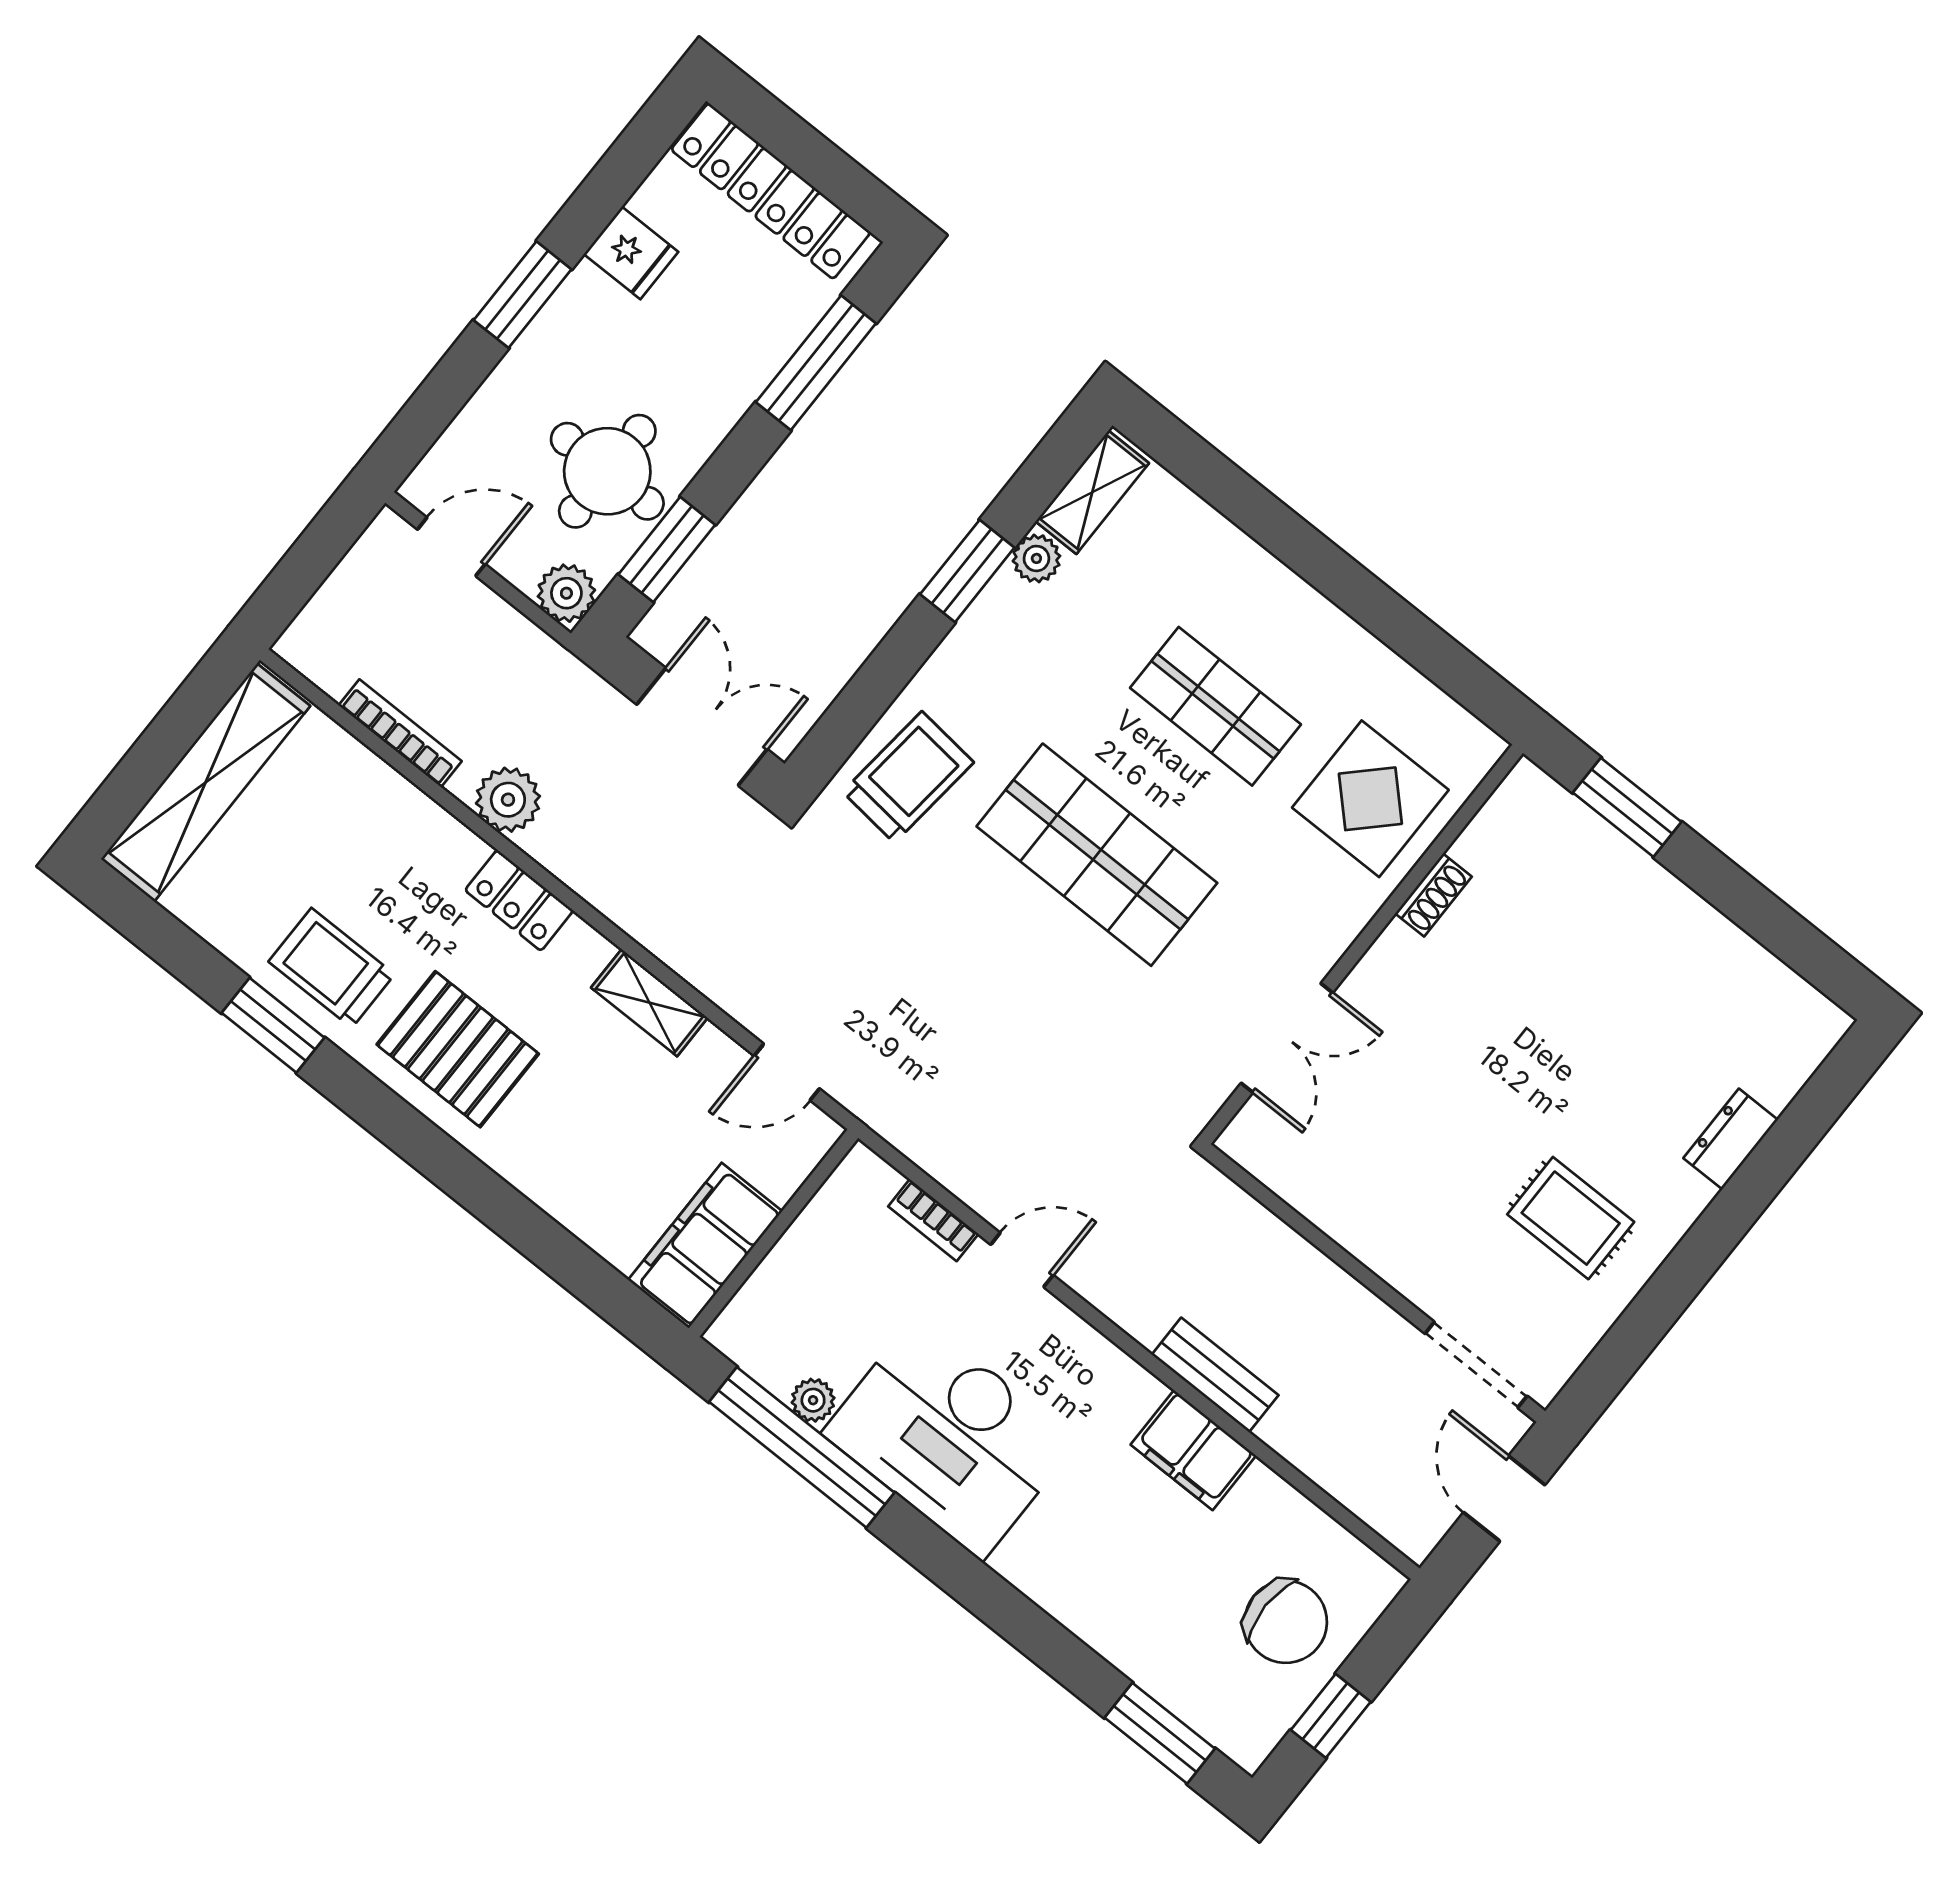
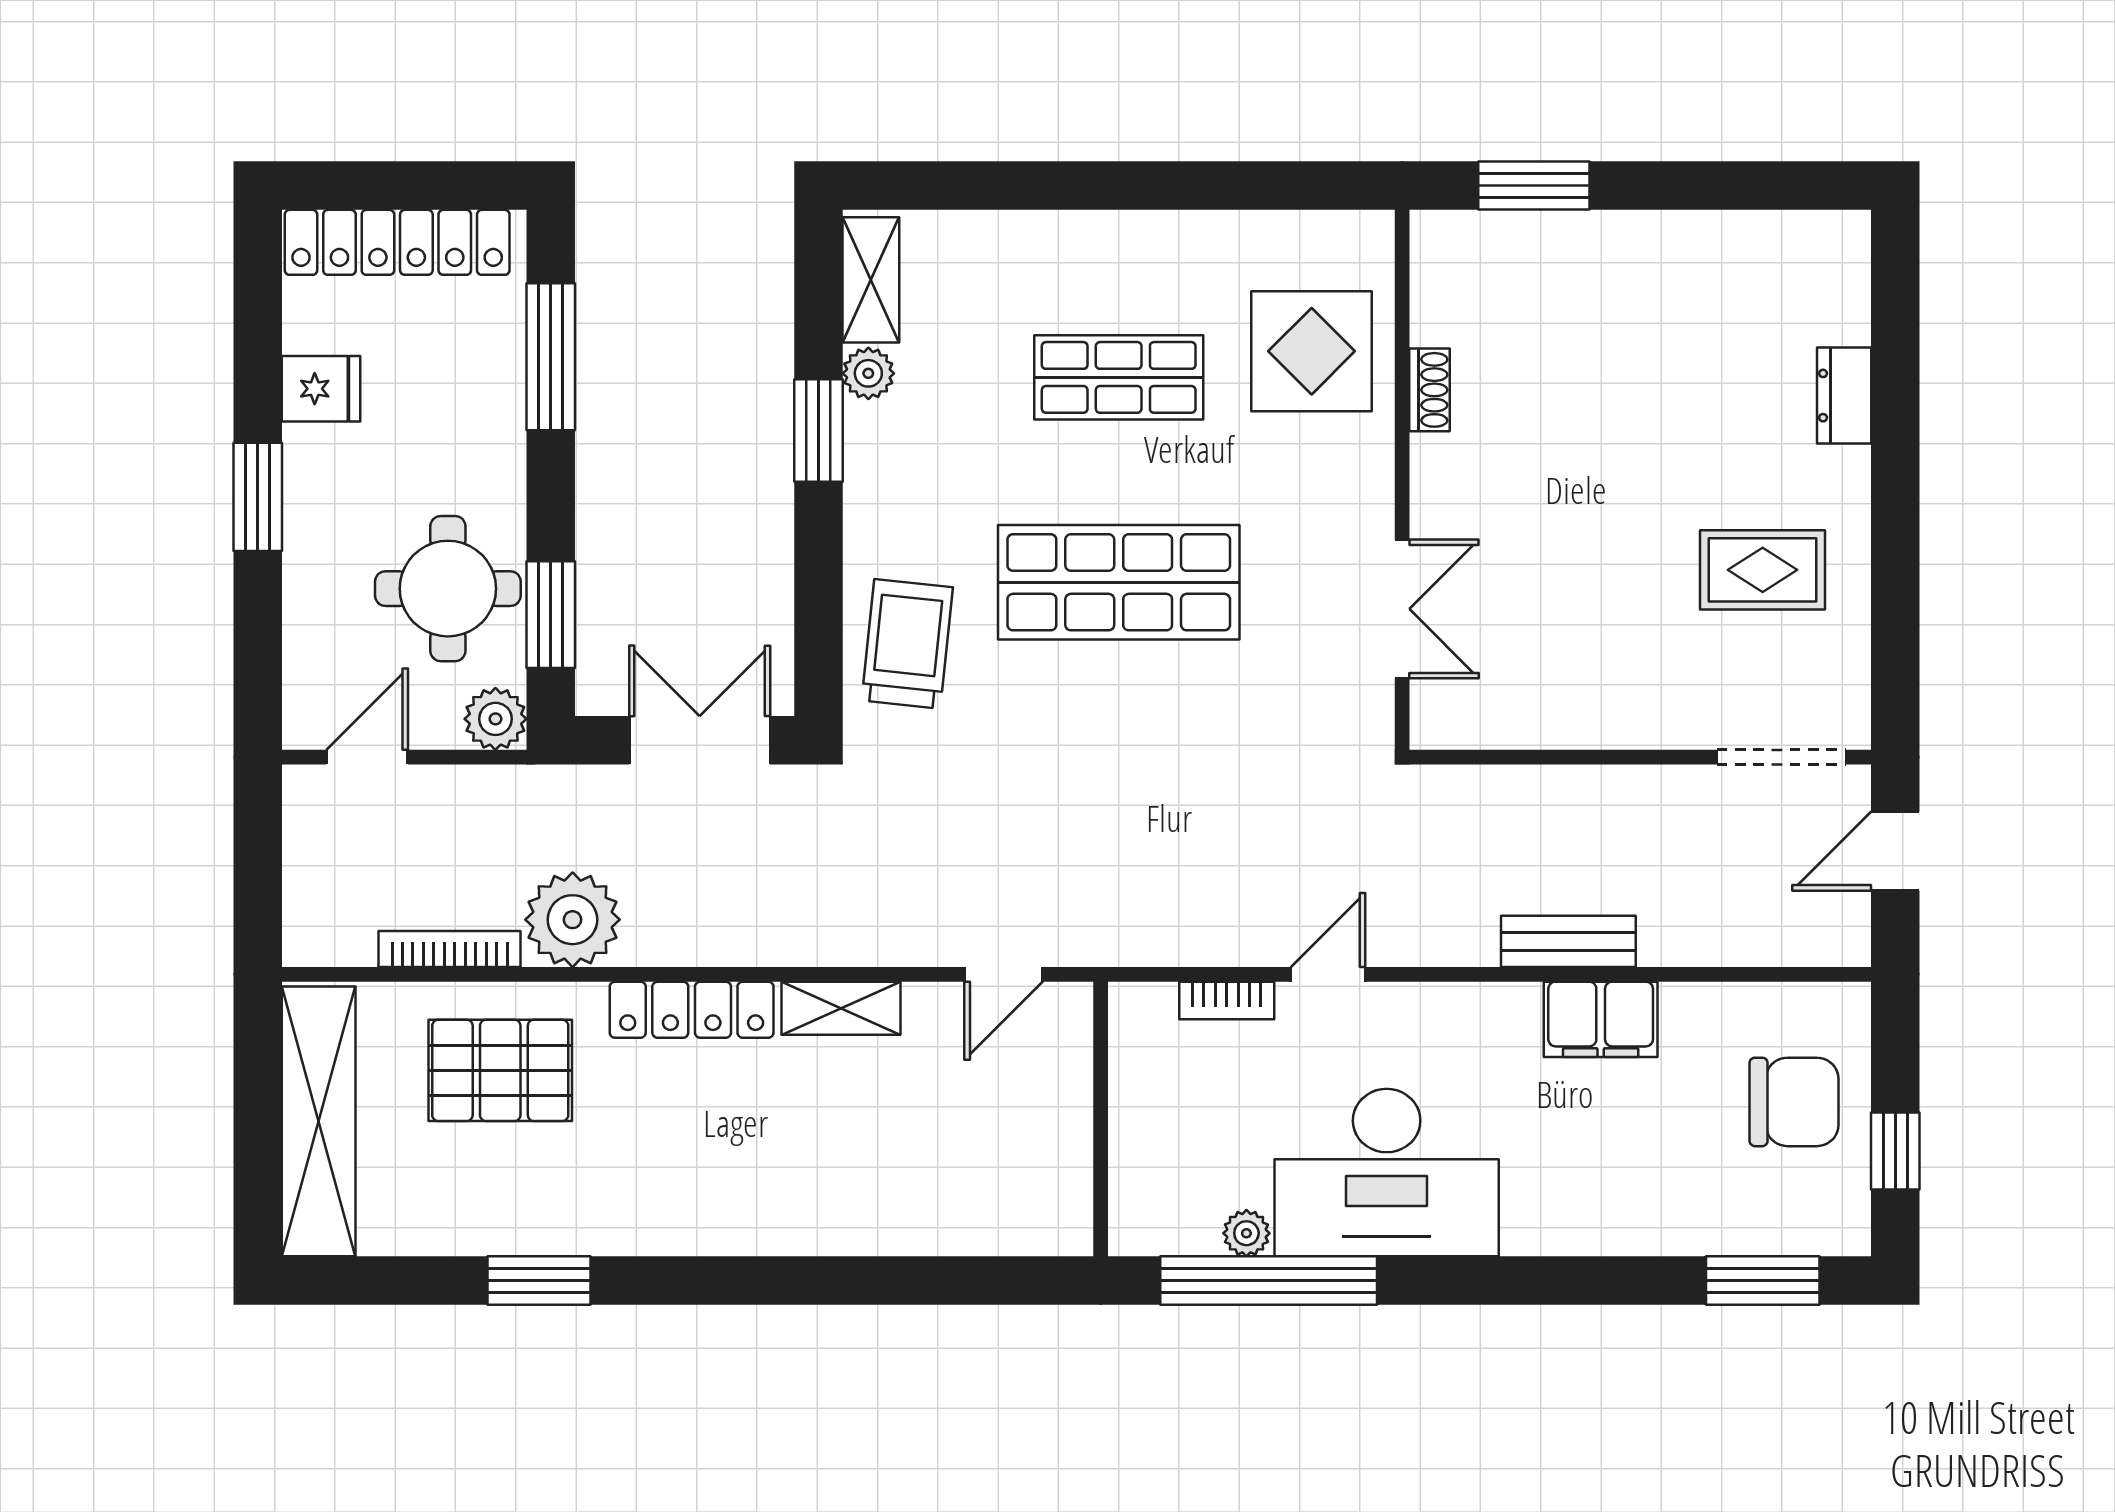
plant: (508, 800) -> (573, 920), width x1.36, depth x1.36
locker: (519, 900) -> (692, 1010), width x1.53
trolley: (332, 968) -> (550, 1193), removed
pallet: (458, 1049) -> (500, 1070), moved
filing cabinet: (705, 1246) -> (1051, 1175), removed
door: (1504, 1499) -> (1895, 851), hinge flipped

